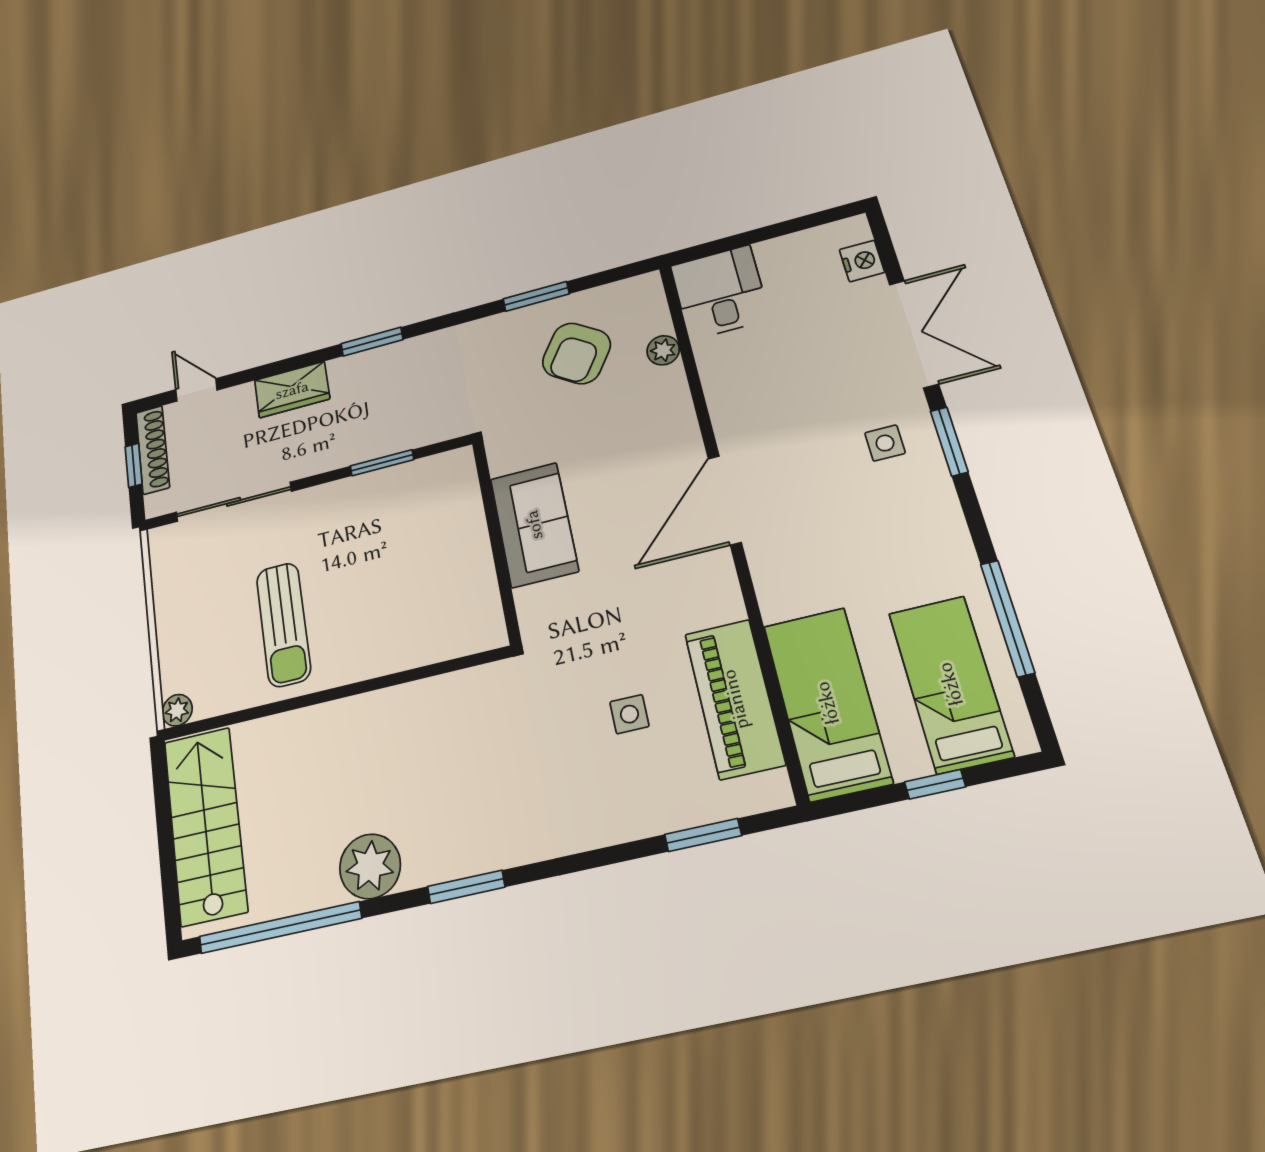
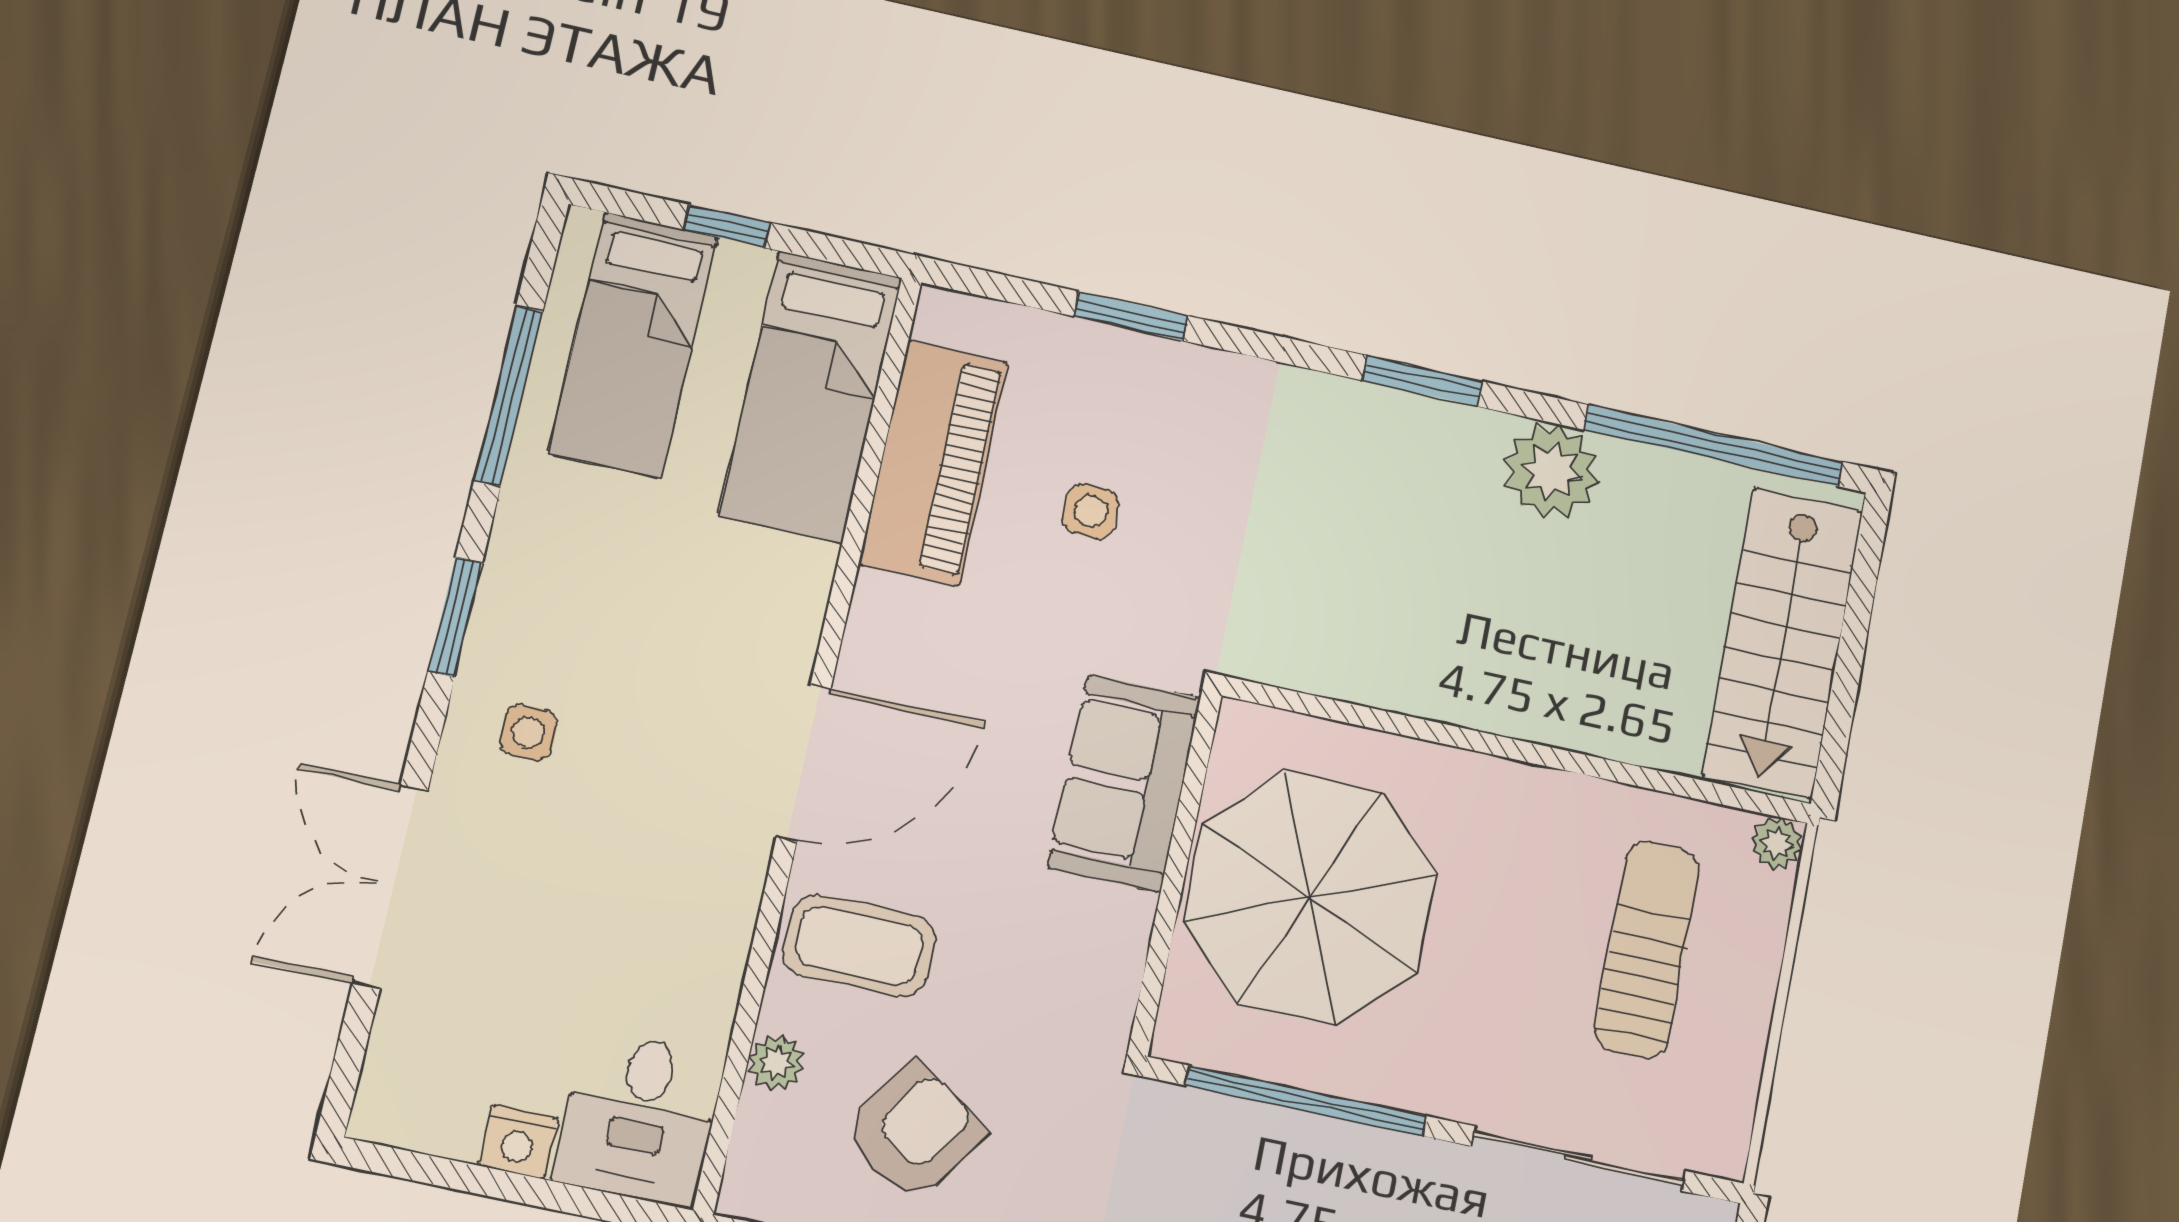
nightstand: (862, 261) -> (518, 1142), moved, turned -90
coffee table: (648, 425) -> (859, 945), added
window: (949, 441) -> (455, 617), moved
window: (382, 463) -> (1306, 1101), width x2.11
sofa: (534, 525) -> (1124, 783), moved
parasol: (419, 562) -> (1310, 898), added
sun lounger: (283, 624) -> (1647, 949), moved
window: (703, 835) -> (1131, 316), moved

